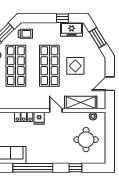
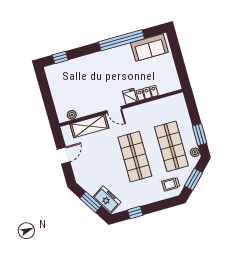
freezer: (72, 29) -> (107, 200), moved, turned 58
display table: (75, 66) -> (106, 164), removed
round table: (86, 140) -> (72, 87), removed
window: (75, 168) -> (60, 58), moved

